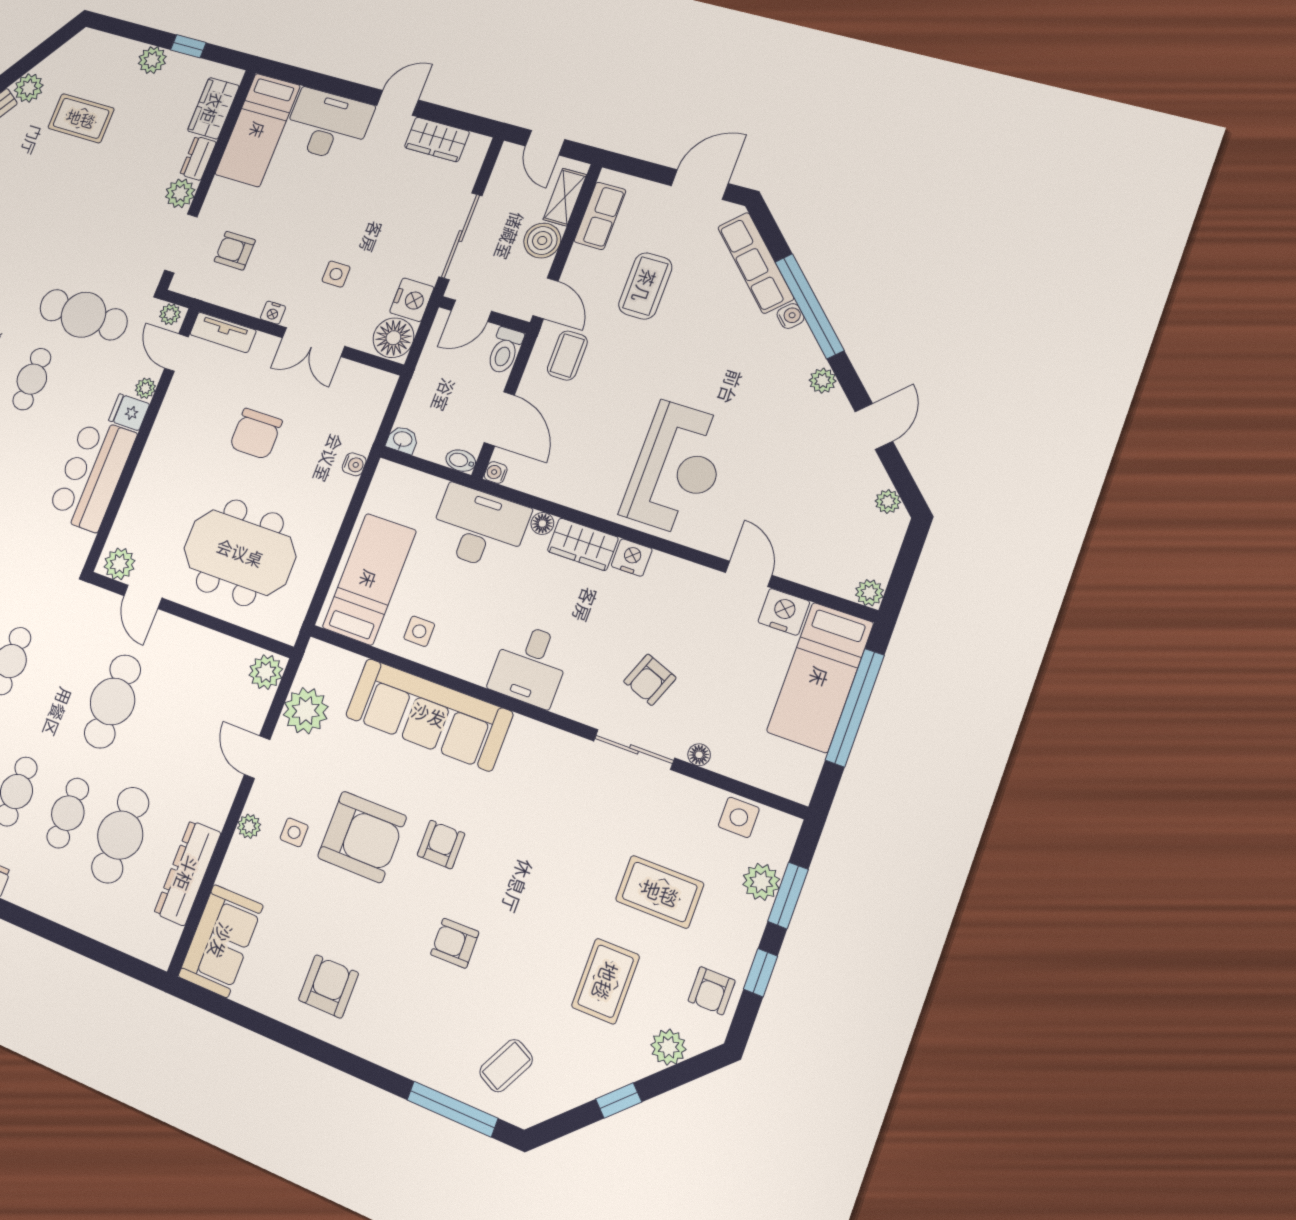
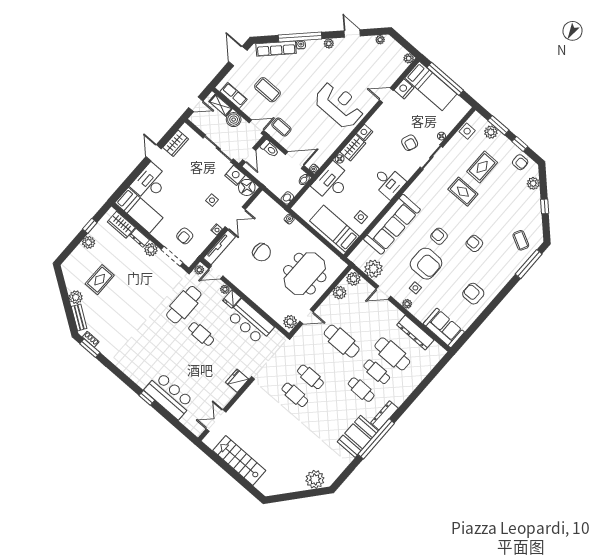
tv unit: (223, 332) -> (219, 247), width x1.41
plant: (223, 652) -> (340, 293), added
armchair: (362, 837) -> (426, 264), turned 90
armchair: (455, 943) -> (474, 243), turned 91
rug: (606, 981) -> (463, 192), moved

